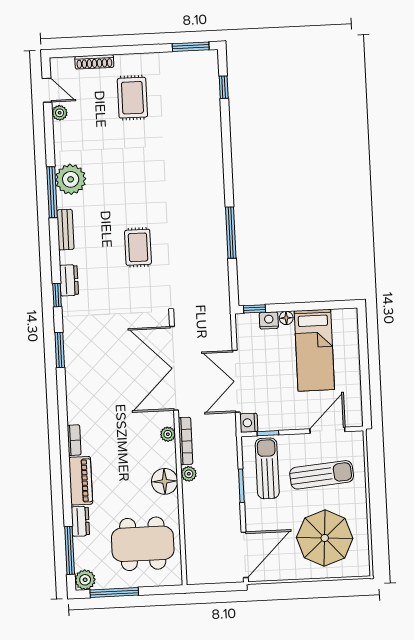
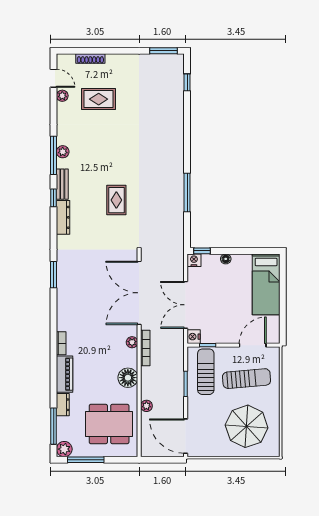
rug: (132, 98) -> (99, 99), moved, turned 90
plant: (71, 179) -> (63, 152), width x0.53, depth x0.53
dresser: (69, 280) -> (63, 217), width x1.44
window: (57, 295) -> (54, 198), moved
nightstand: (269, 320) -> (194, 260), moved
bed: (314, 350) -> (266, 284), moved
plant: (189, 474) -> (146, 406), moved
door: (245, 555) -> (186, 436), swing flipped

